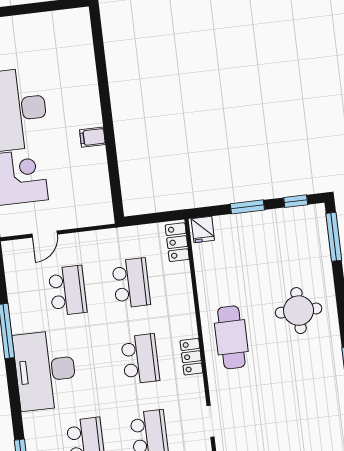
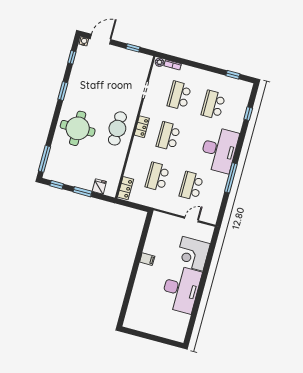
fridge: (203, 229) -> (99, 186), moved
round table: (299, 311) -> (78, 128), width x1.36, depth x1.36

